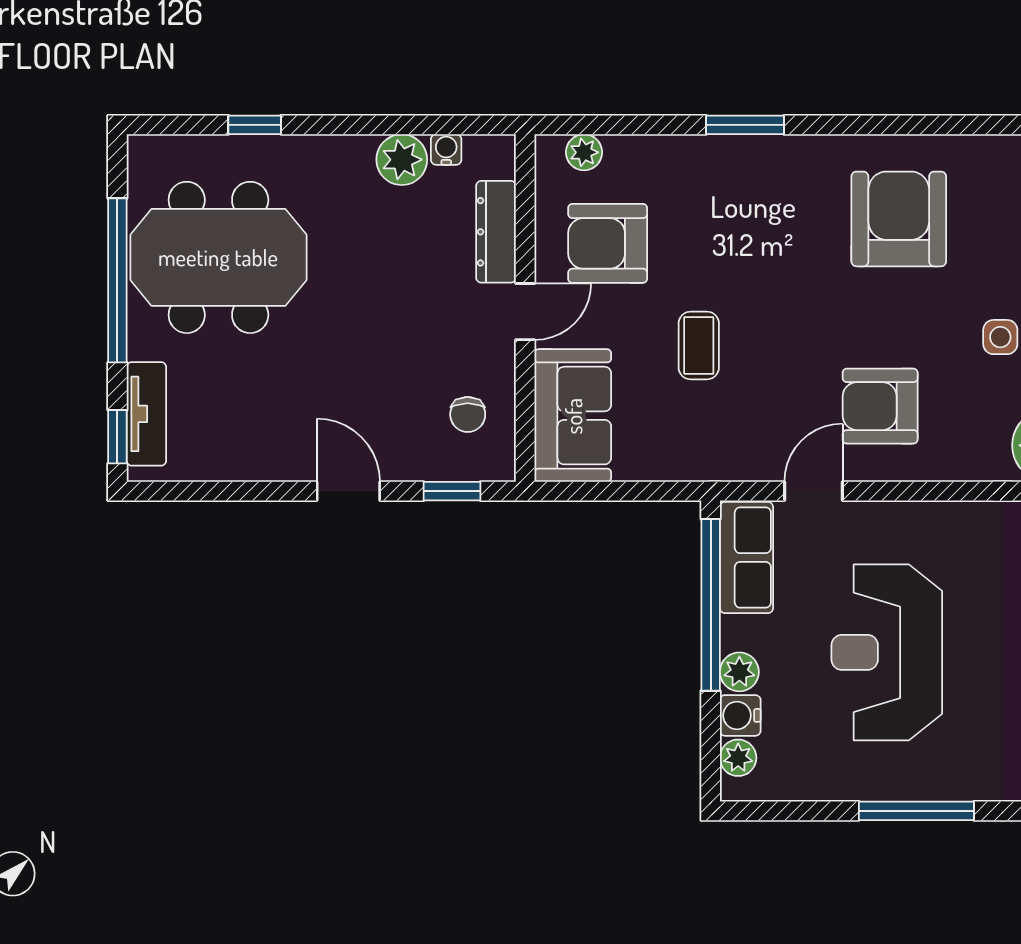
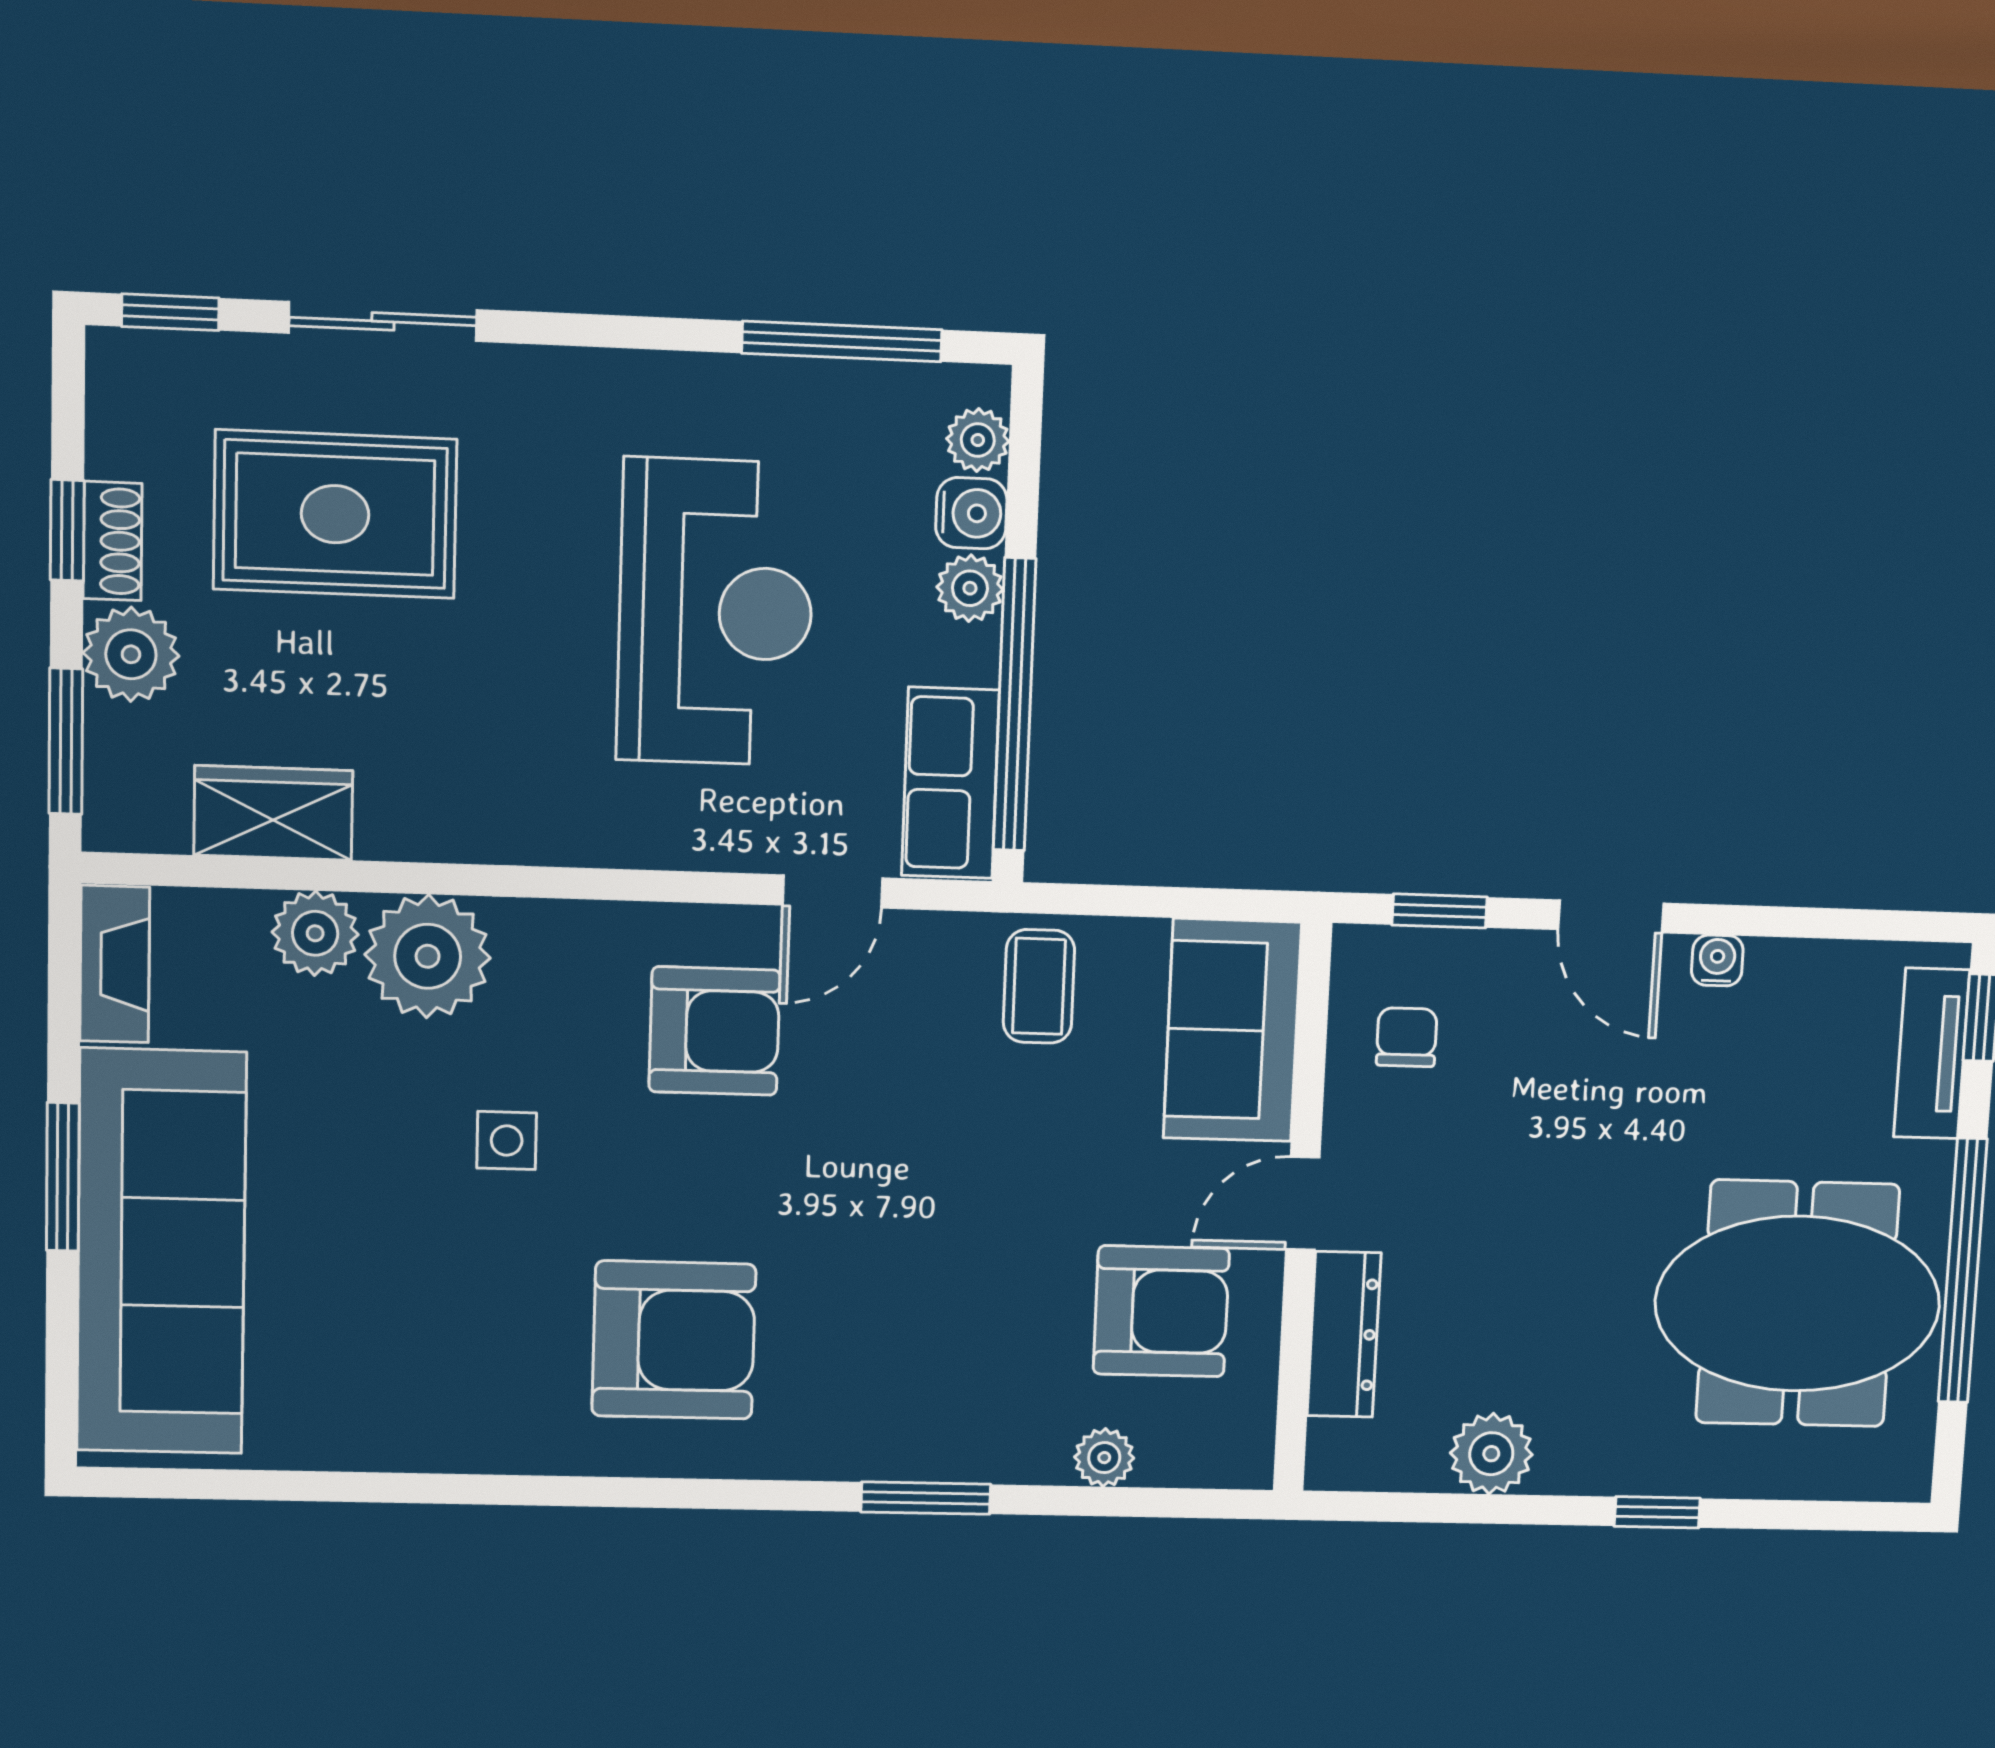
window: (255, 125) -> (1657, 1512), moved
water cooler: (446, 150) -> (1717, 960), moved, turned 180
plant: (584, 152) -> (1104, 1458), moved
armchair: (899, 219) -> (674, 1340), turned -90
coffee table: (699, 345) -> (1039, 986), moved
window: (916, 811) -> (842, 341), moved

